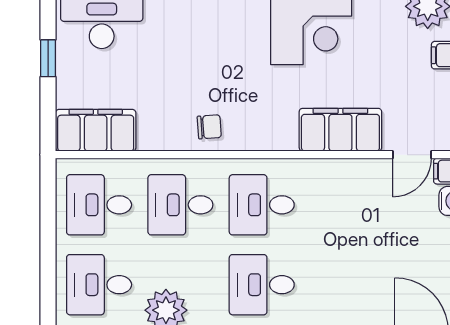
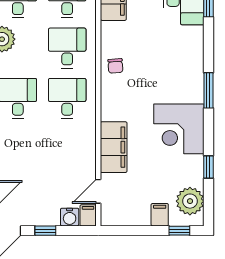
door: (412, 155) -> (98, 191), hinge flipped

